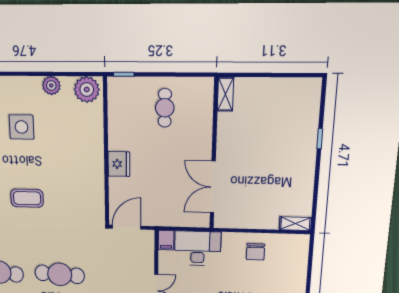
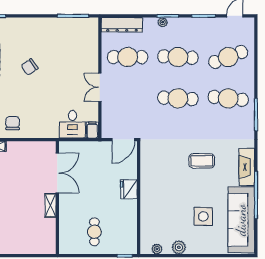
plant: (87, 90) -> (157, 249), width x0.53, depth x0.53
shelving: (225, 94) -> (50, 205), moved
desk: (198, 248) -> (72, 124), width x0.73
chair: (255, 252) -> (13, 123), moved

